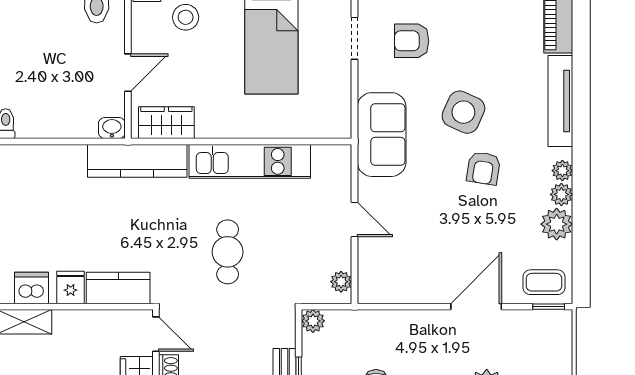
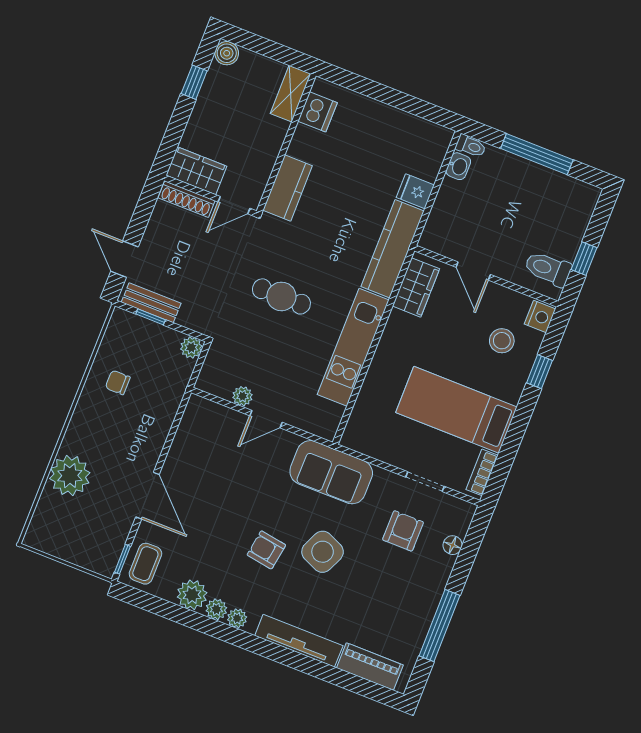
washbasin: (112, 128) -> (458, 166), moved
plant: (341, 282) -> (242, 396), moved
fridge: (71, 287) -> (415, 191), moved, turned 180

